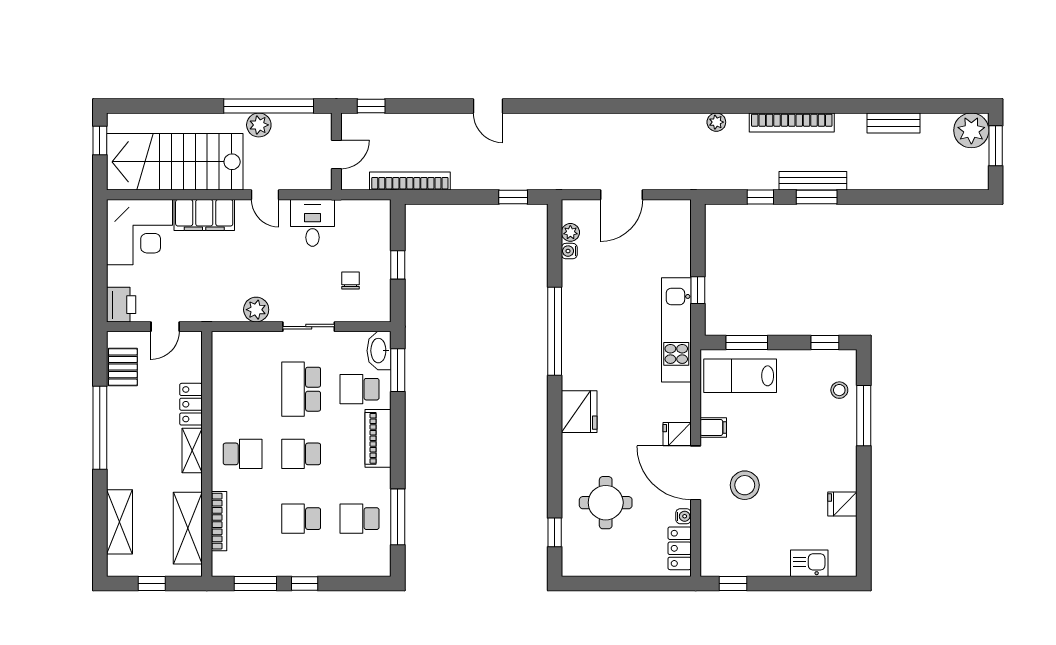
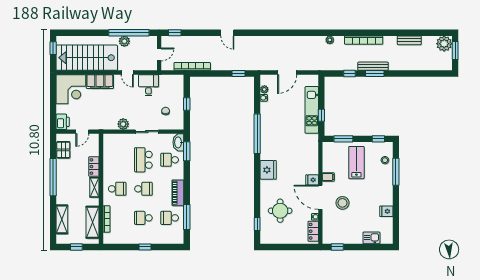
kitchen unit: (676, 330) -> (312, 110), moved
lab bench: (740, 376) -> (356, 163), moved, turned 90
piano: (378, 438) -> (178, 193), moved
school desk: (301, 454) -> (143, 189), turned 180
window: (255, 583) -> (123, 247), removed

